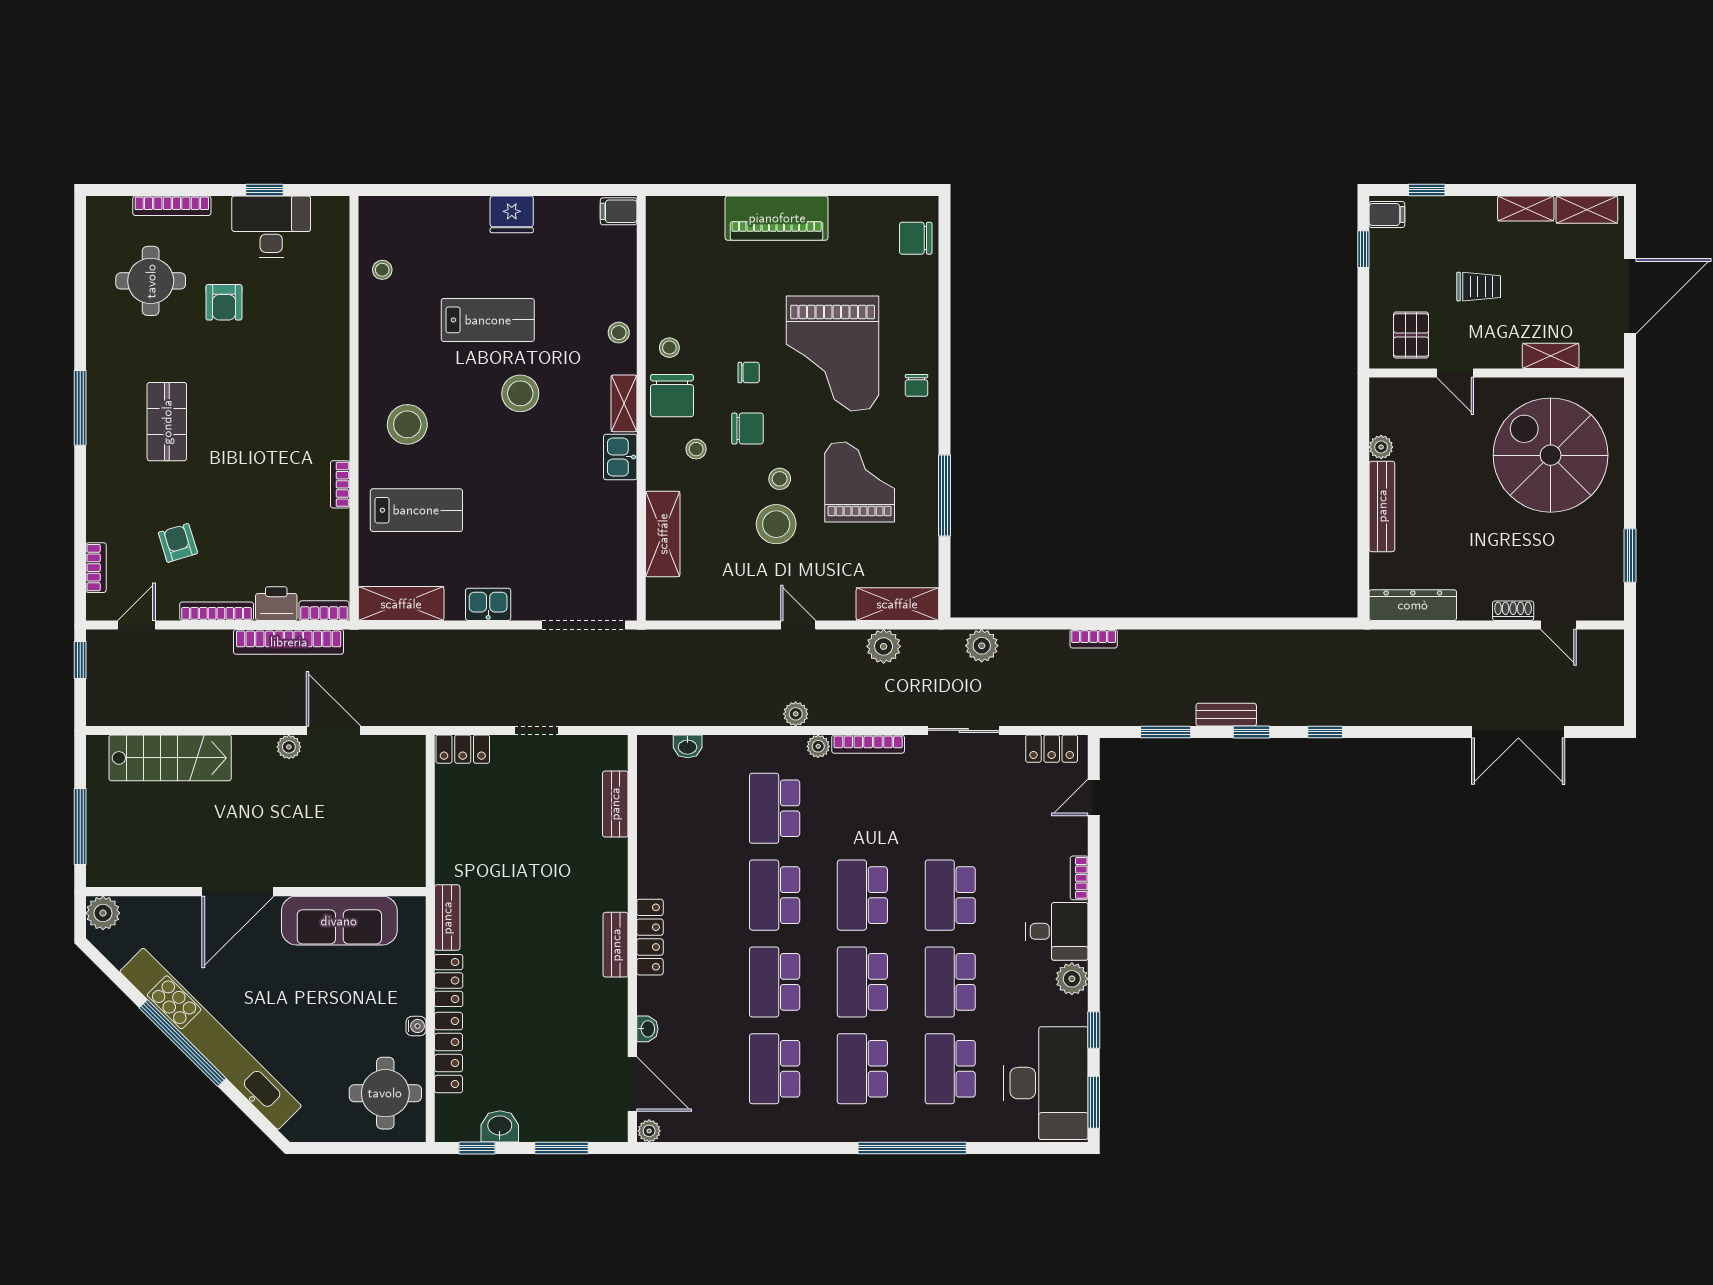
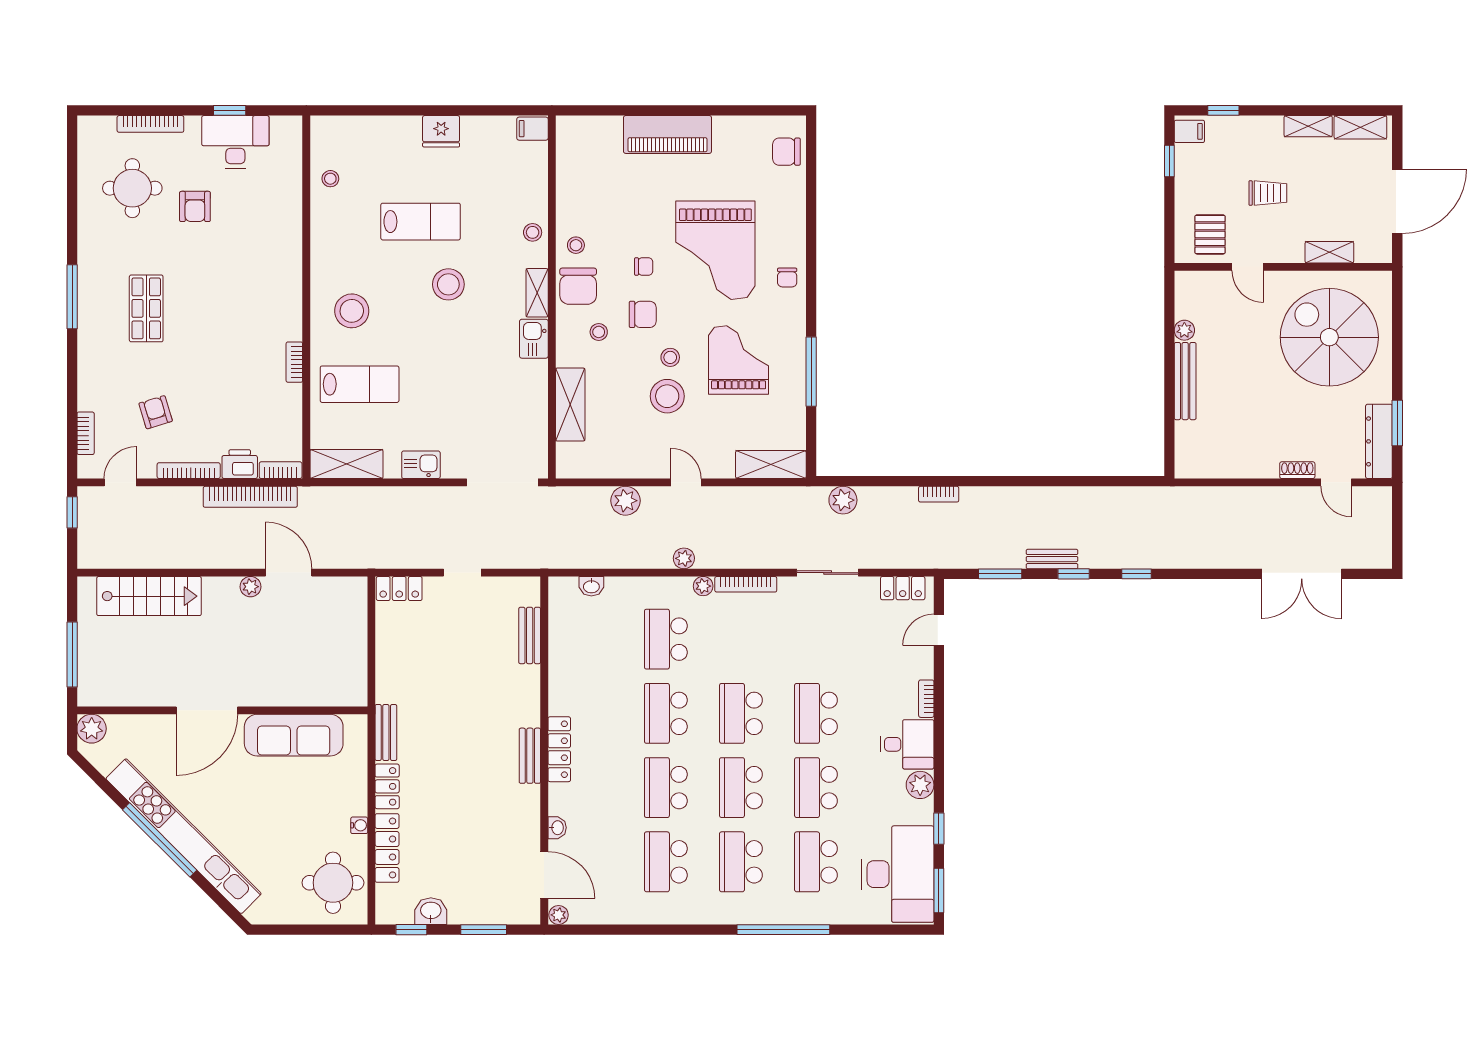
dresser: (1413, 605) -> (1379, 441), moved, turned -90
plant: (884, 646) -> (625, 501), moved

